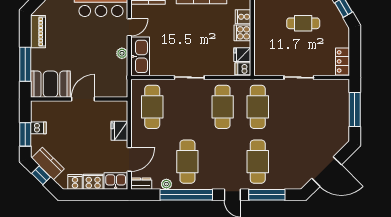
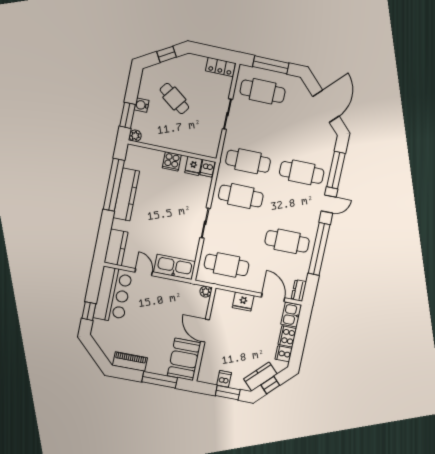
cooker: (243, 17) -> (156, 157), removed
cafe table: (303, 23) -> (174, 98), turned -53
plant: (122, 53) -> (206, 292), moved
cafe table: (328, 107) -> (263, 91), added
plant: (166, 184) -> (305, 266), removed

